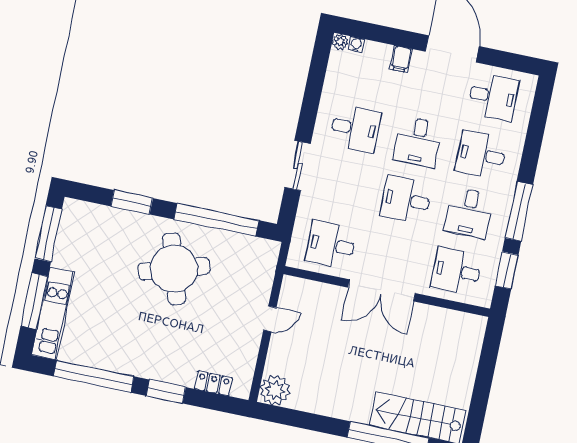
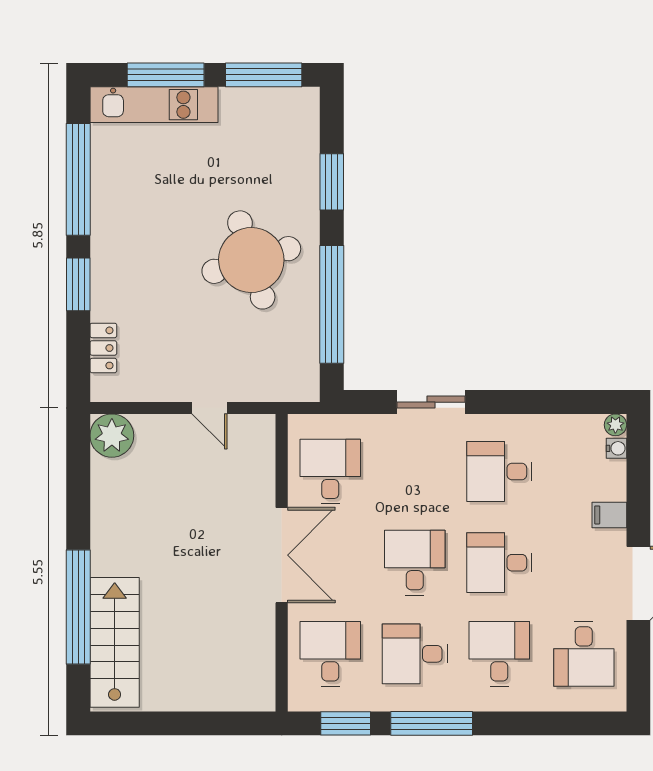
desk: (355, 129) -> (499, 471), turned 90
double door: (382, 290) -> (282, 555), swing flipped

